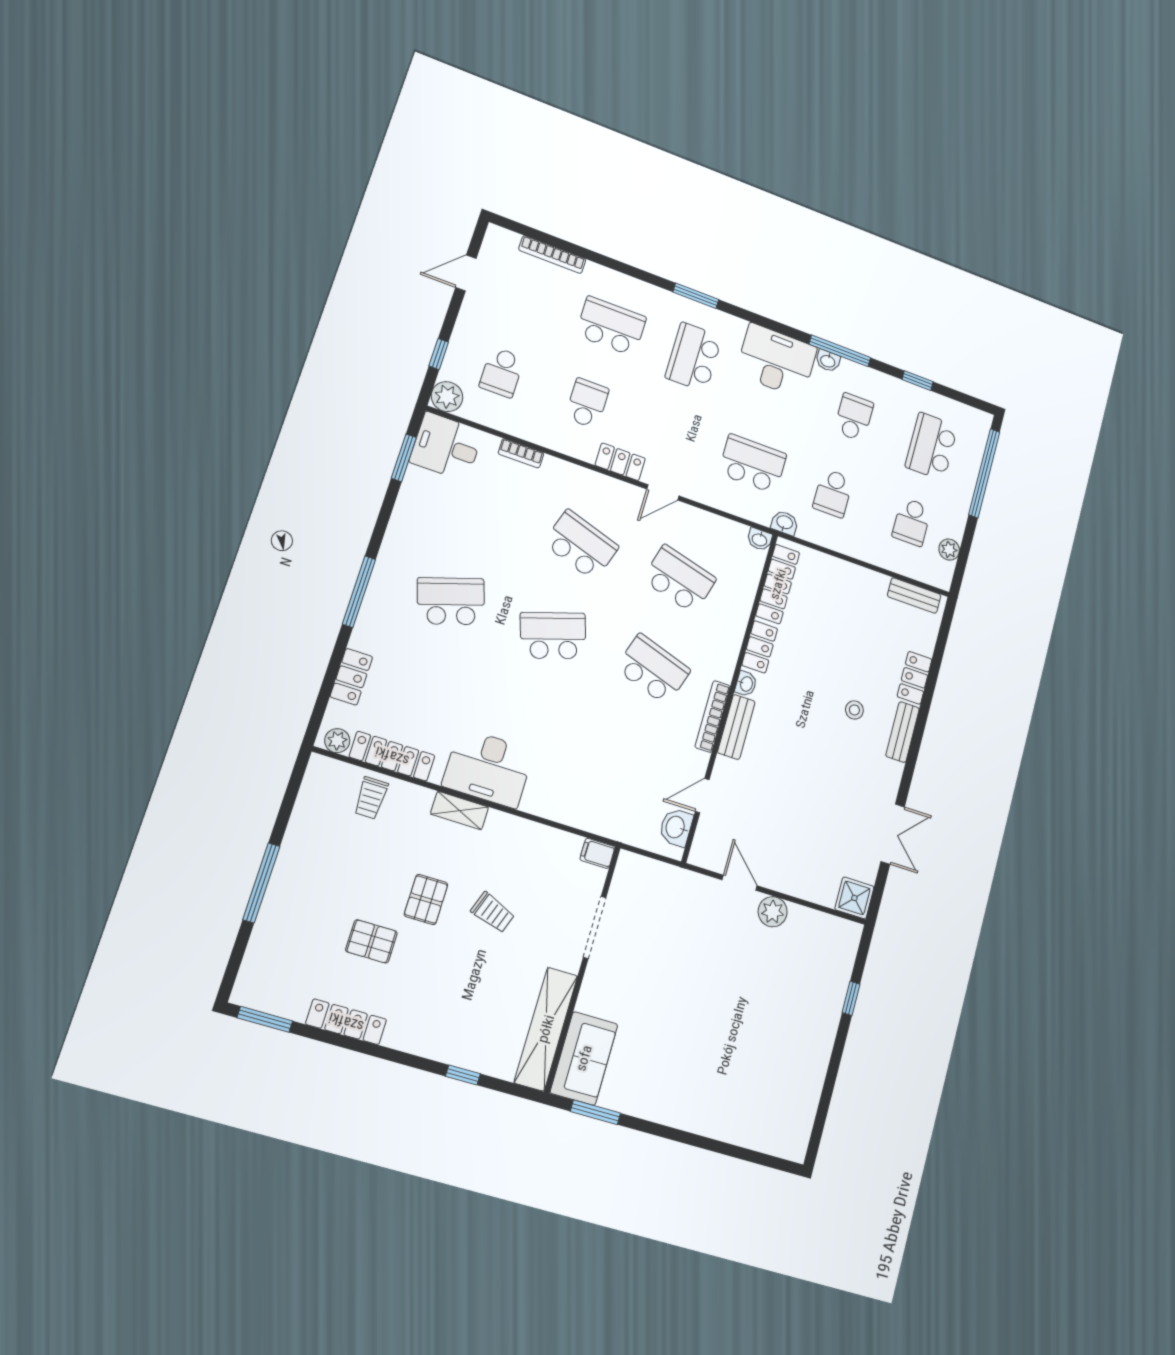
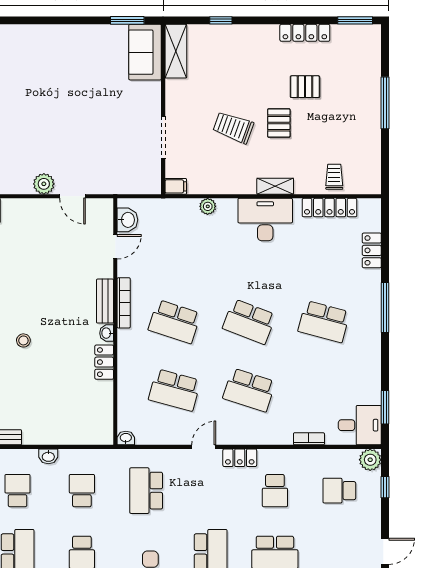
school desk: (502, 372) -> (339, 491), turned -90
school desk: (753, 464) -> (146, 491), turned 90
washbasin: (785, 523) -> (48, 456), moved
locker: (778, 584) -> (104, 411), removed
school desk: (451, 601) -> (324, 322), turned 33
school desk: (553, 636) -> (249, 322), turned 39
plant: (337, 741) -> (208, 206), moved
trolley: (493, 913) -> (233, 127), width x1.36, depth x1.39
shelving: (546, 1029) -> (176, 51), width x0.68

